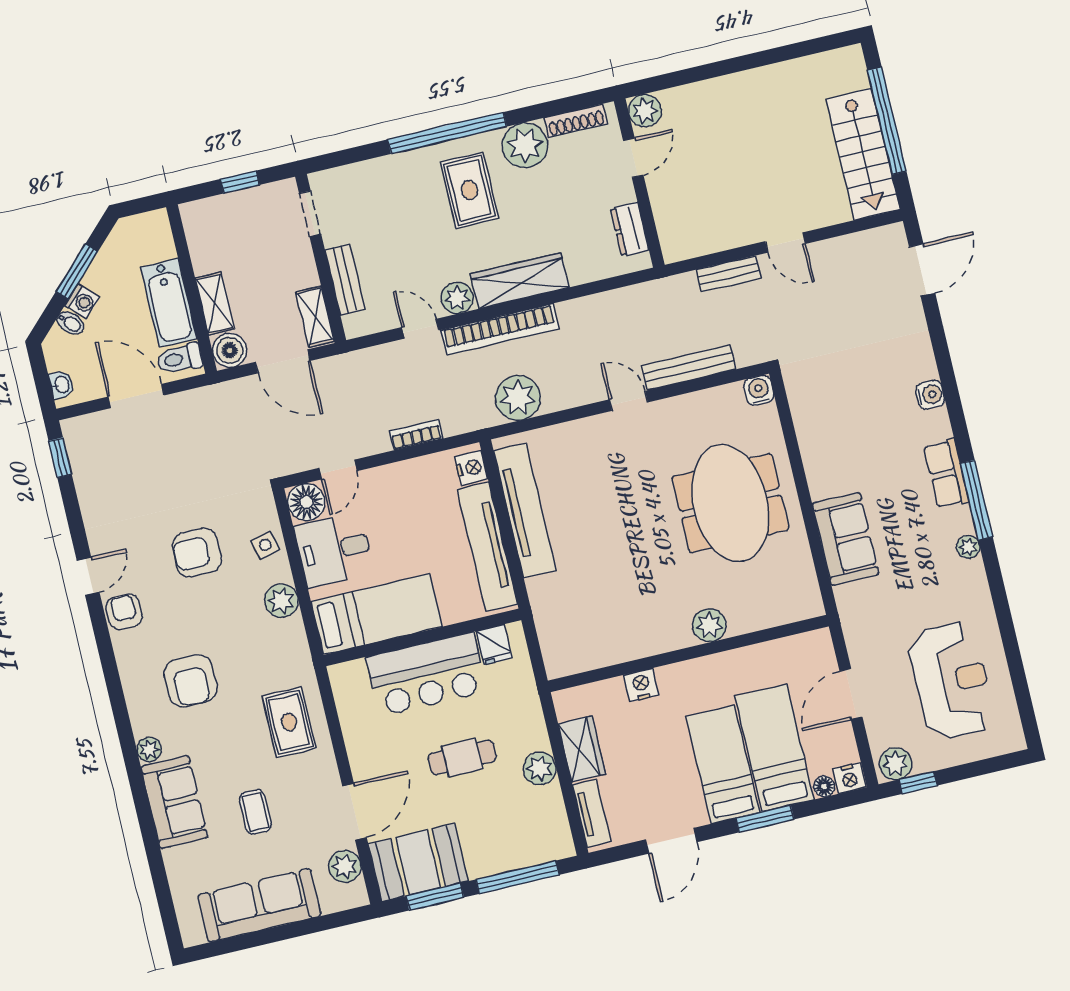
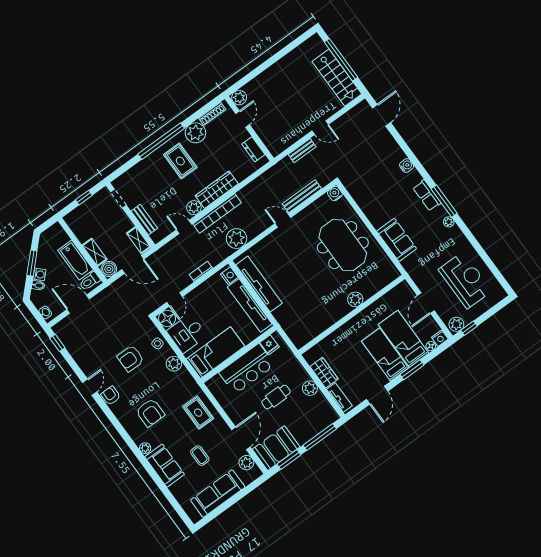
nightstand: (641, 685) -> (337, 336), removed

